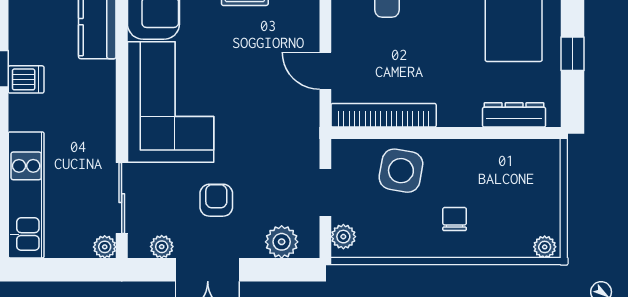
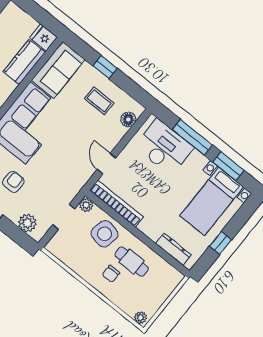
cafe table: (470, 179) -> (132, 262), added
chair: (455, 219) -> (111, 274), turned 180
plant: (343, 237) -> (86, 205), moved

